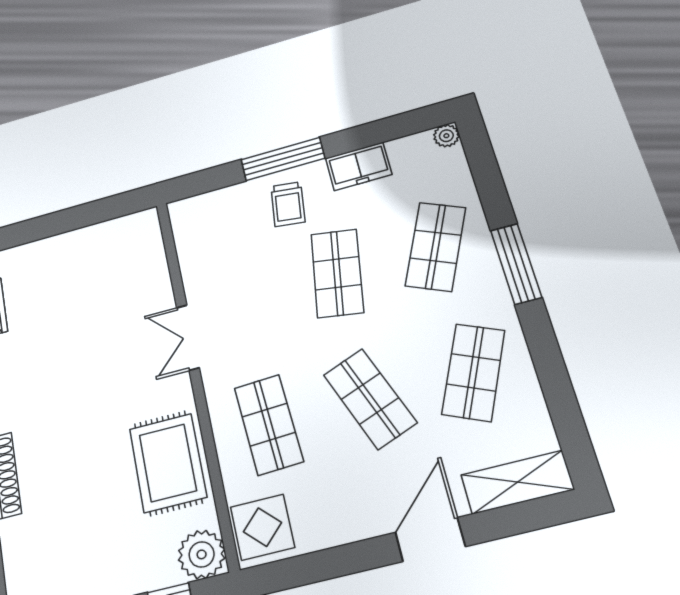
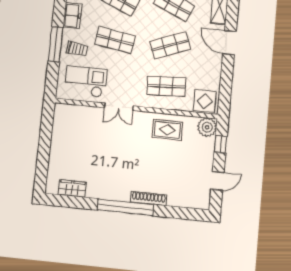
checkout: (222, 249) -> (86, 82), added
rug: (168, 463) -> (167, 130), width x0.73, depth x0.70

